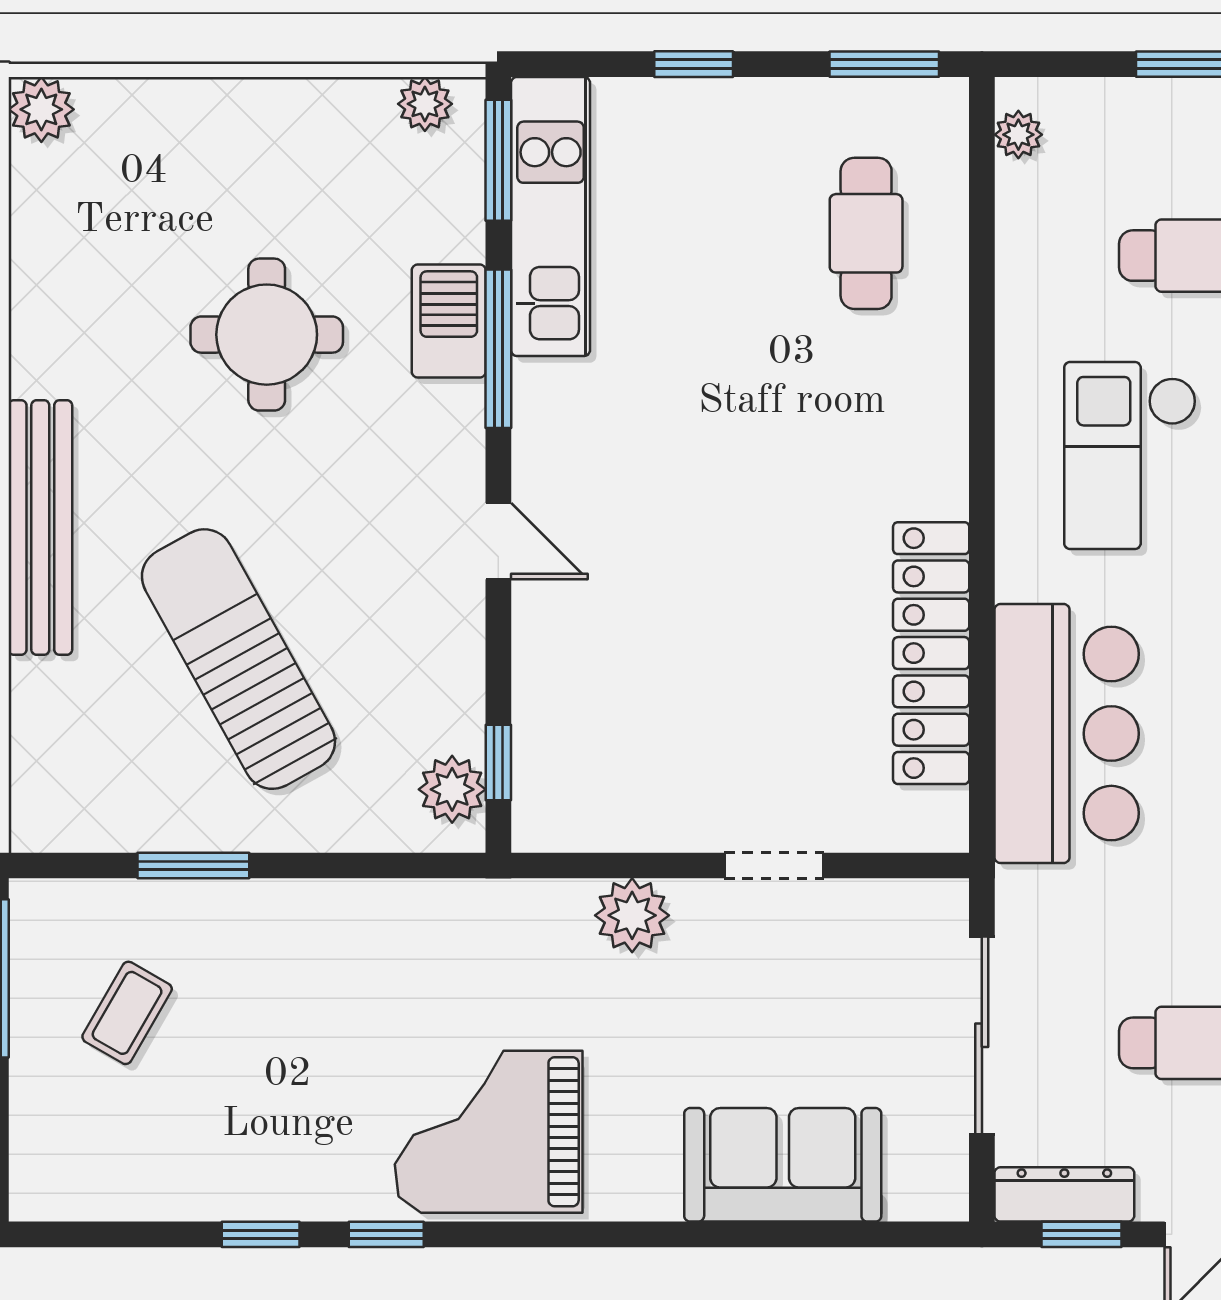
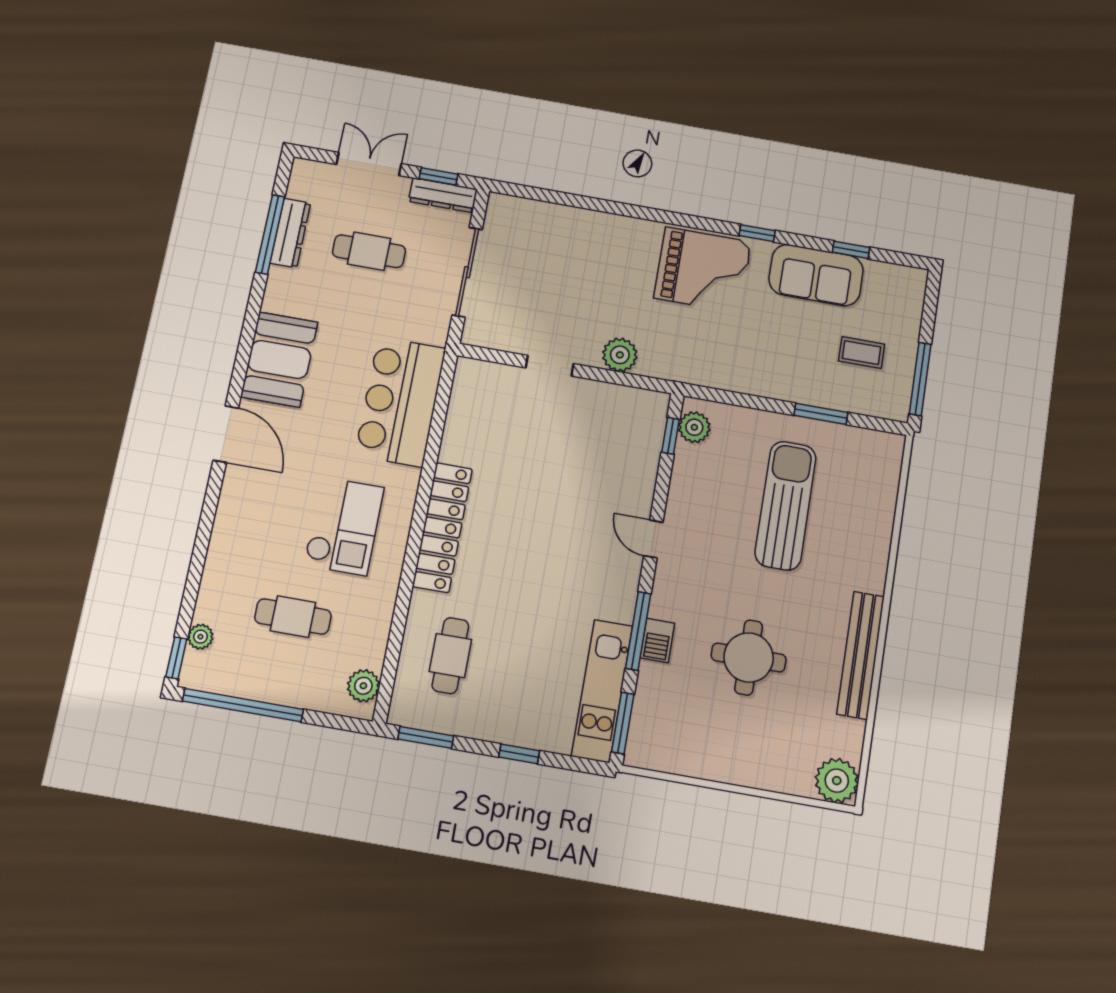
plant: (425, 104) -> (654, 757), removed
plant: (41, 109) -> (837, 781), width x1.36, depth x1.36
plant: (1018, 135) -> (363, 686), width x1.38, depth x1.38
barbecue: (449, 321) -> (657, 640), width x0.73, depth x0.79
bench: (40, 527) -> (861, 655), moved
locker: (931, 653) -> (442, 527), moved
sun lounger: (238, 659) -> (785, 505), turned -151
coffee table: (127, 1013) -> (862, 353), turned 60
sofa: (783, 1165) -> (816, 275), moved
window: (261, 1234) -> (851, 250), moved

